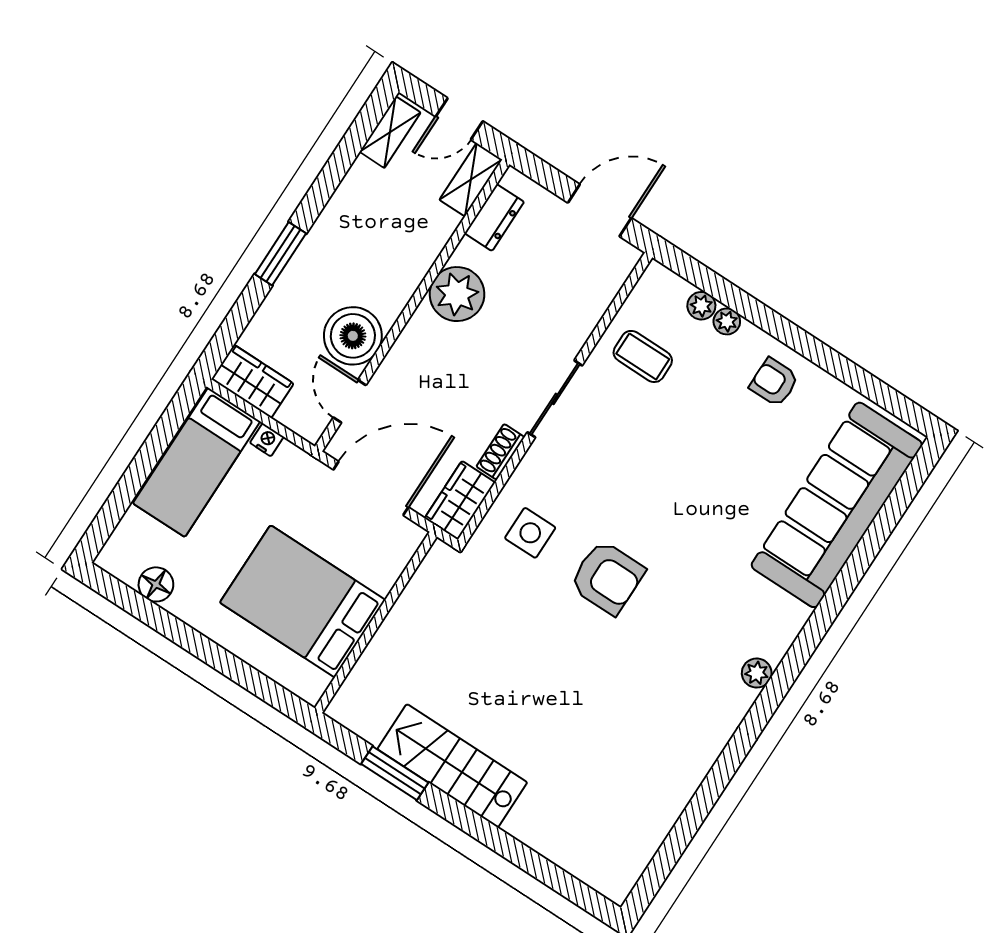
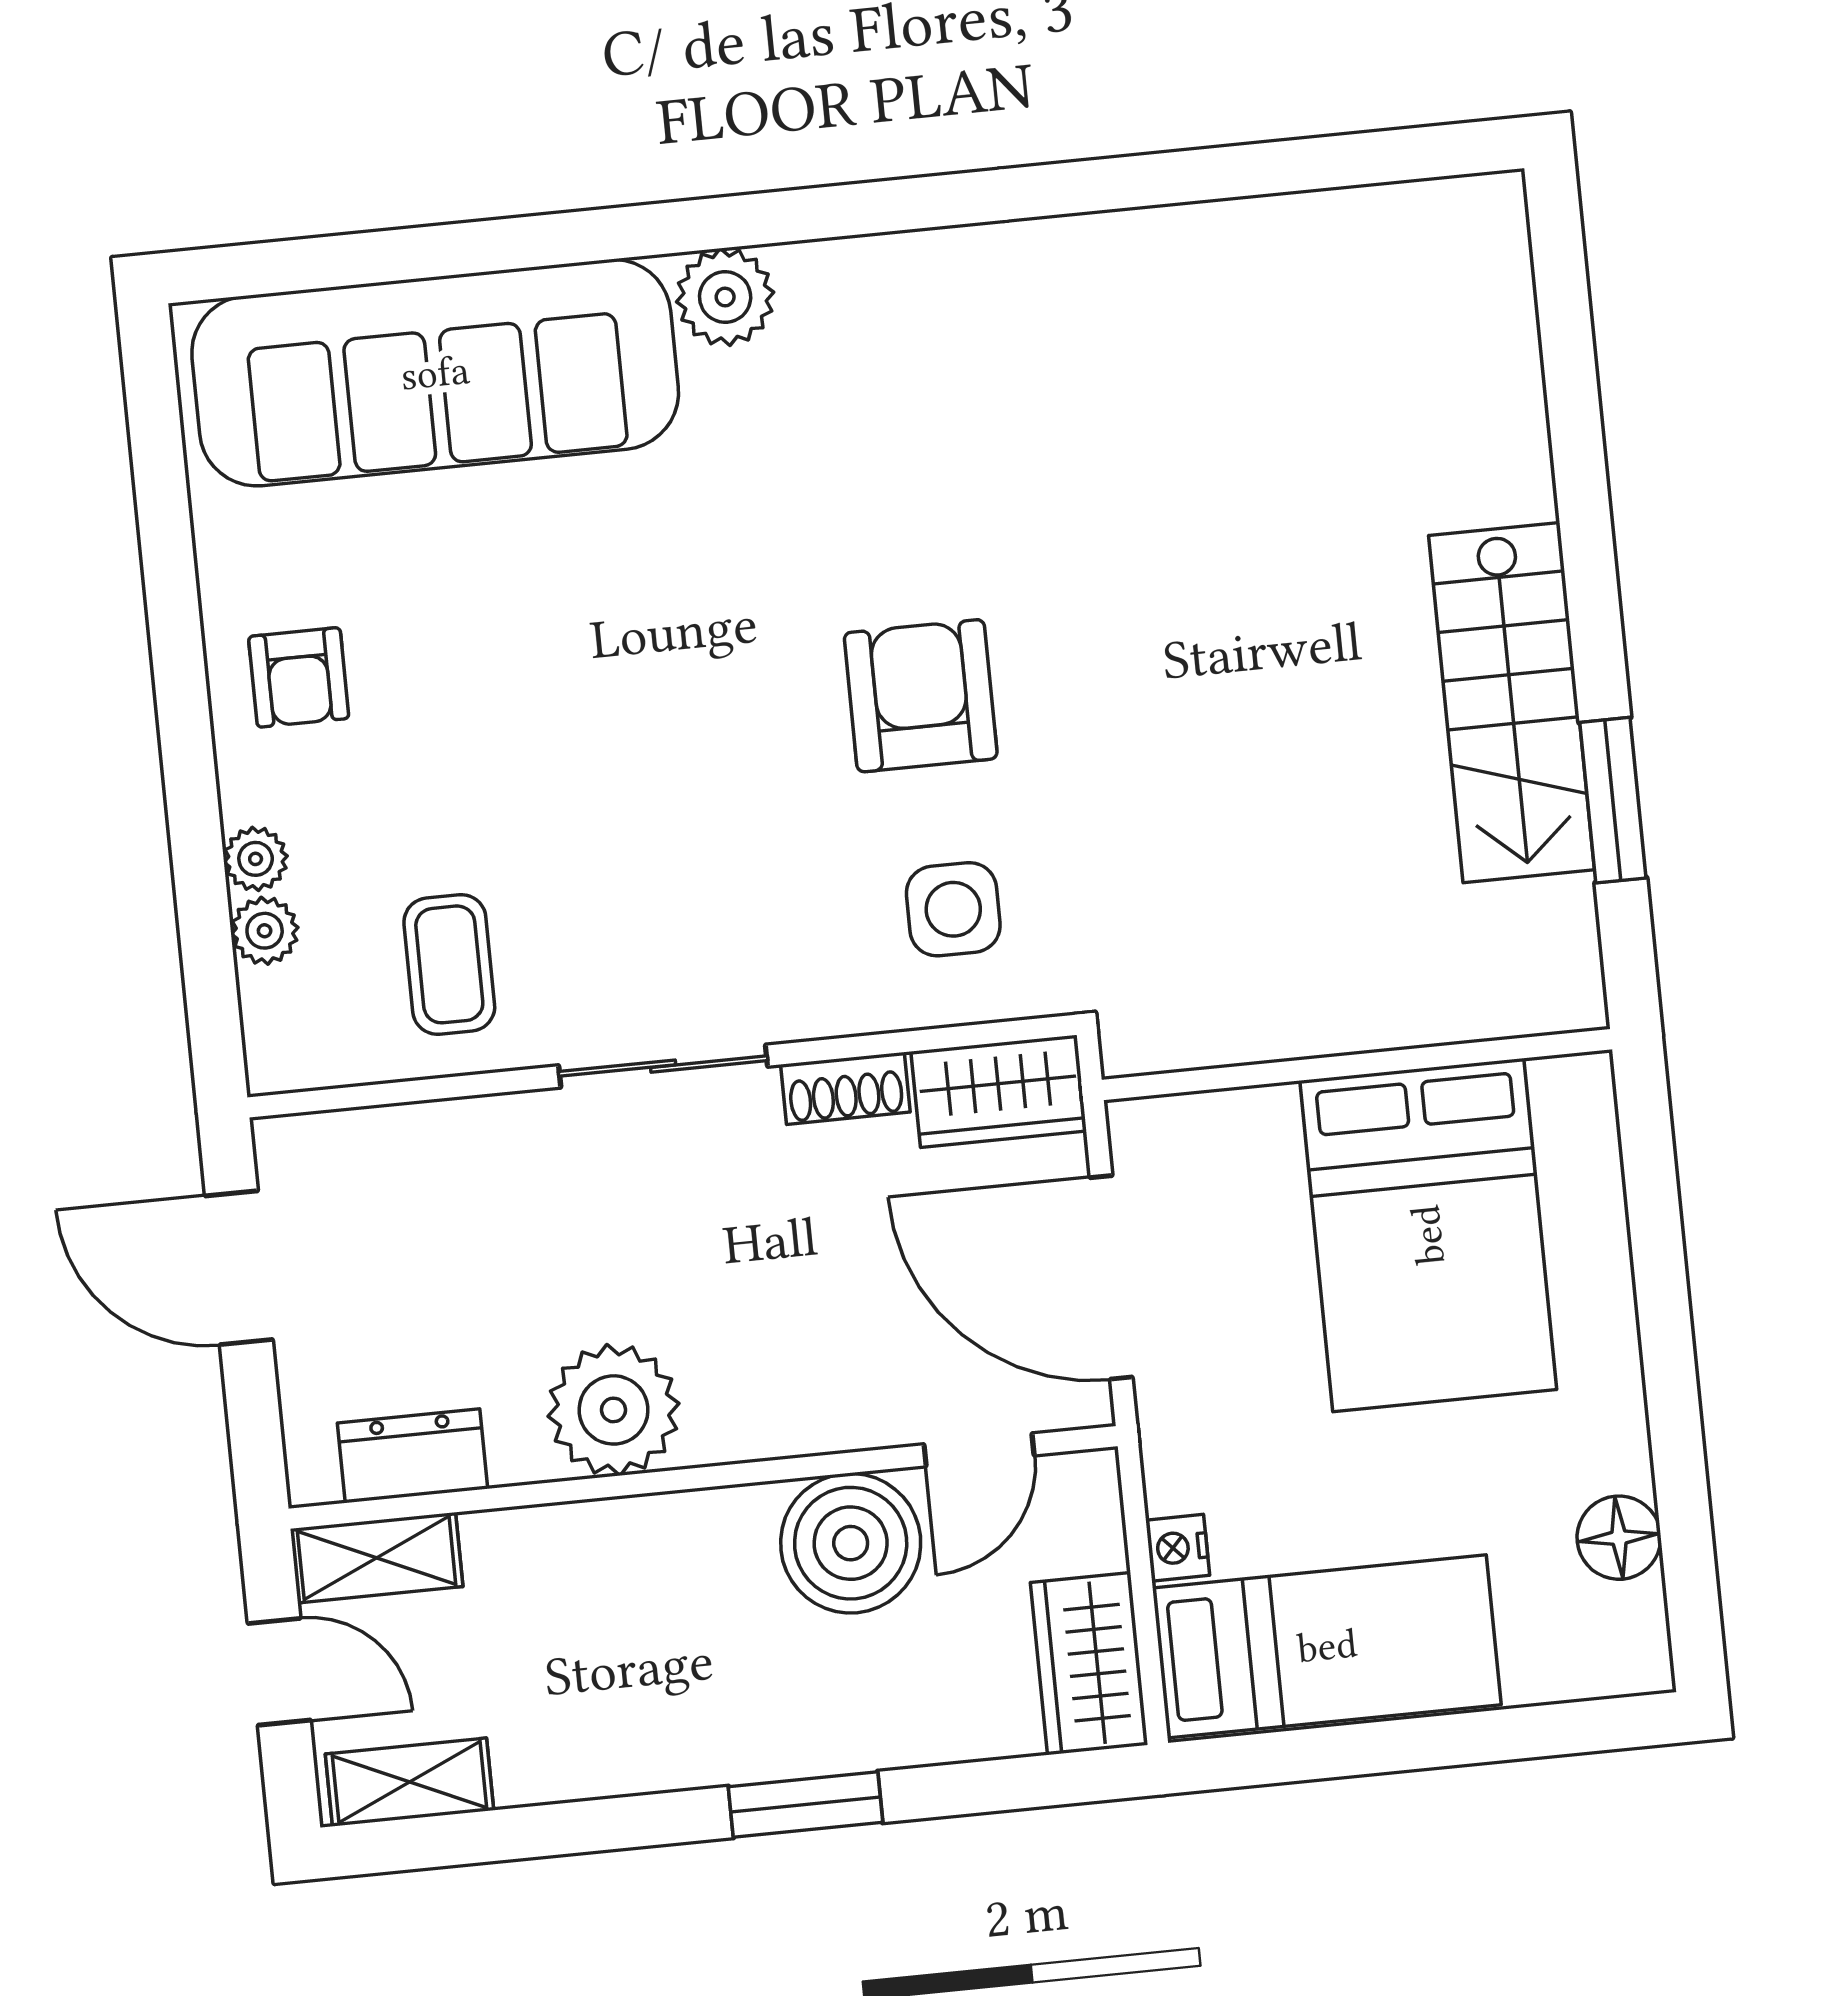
plant: (757, 673) -> (725, 297), moved, width x1.38, depth x1.38

